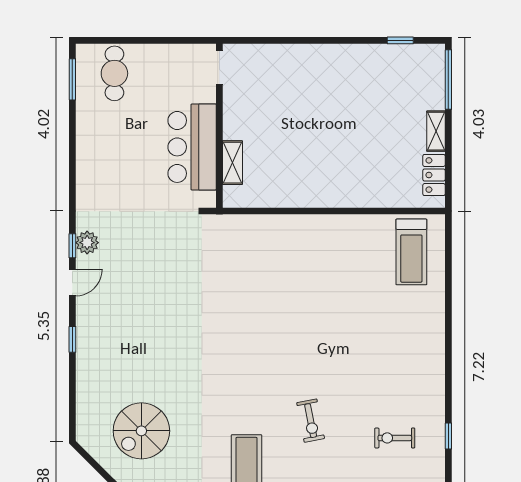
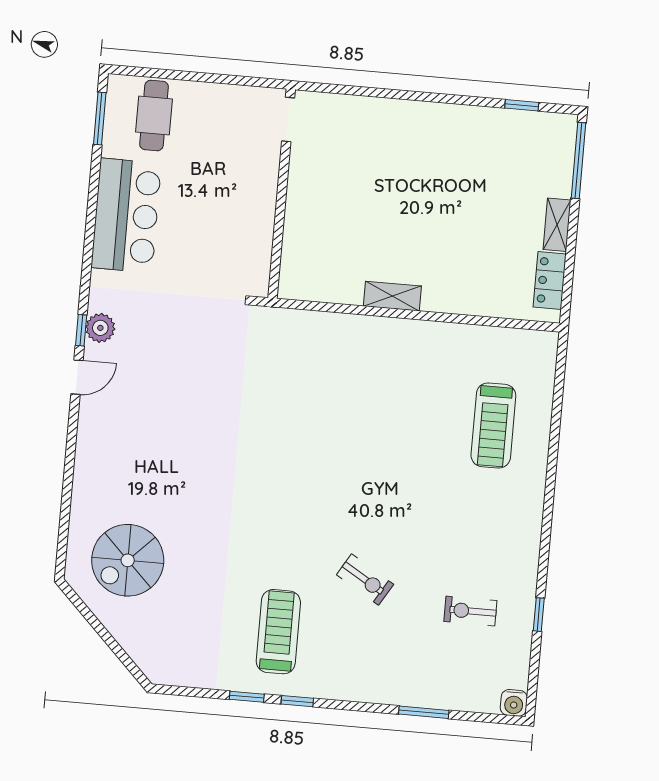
bar counter: (192, 147) -> (126, 215), moved, turned 180
shelving: (232, 163) -> (392, 296), moved, turned 90
treadmill: (411, 252) -> (493, 426), moved
window: (72, 339) -> (71, 450), removed
exercise bike: (311, 421) -> (365, 580), turned -48
spiral stairs: (141, 431) -> (128, 560), moved

